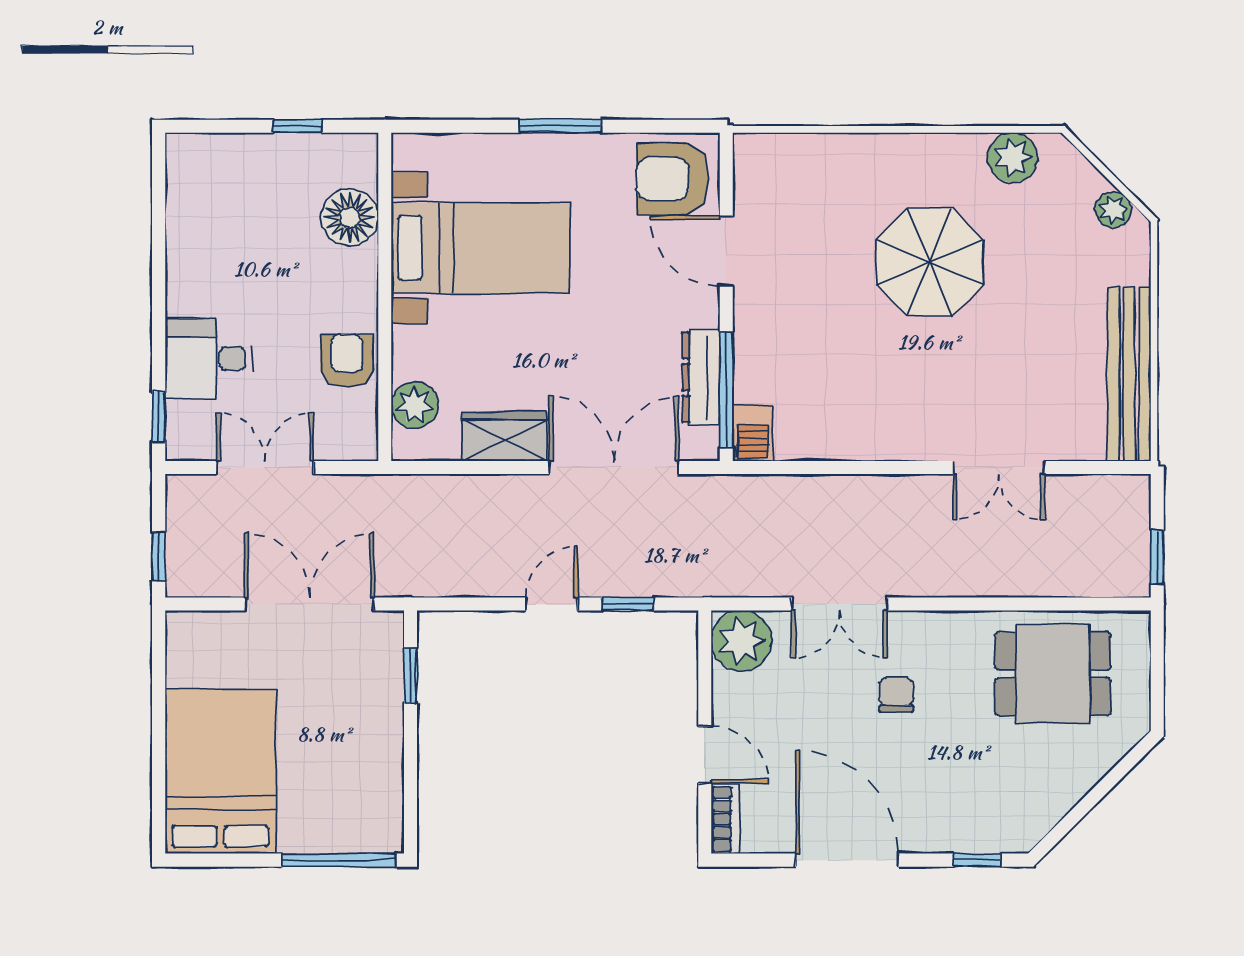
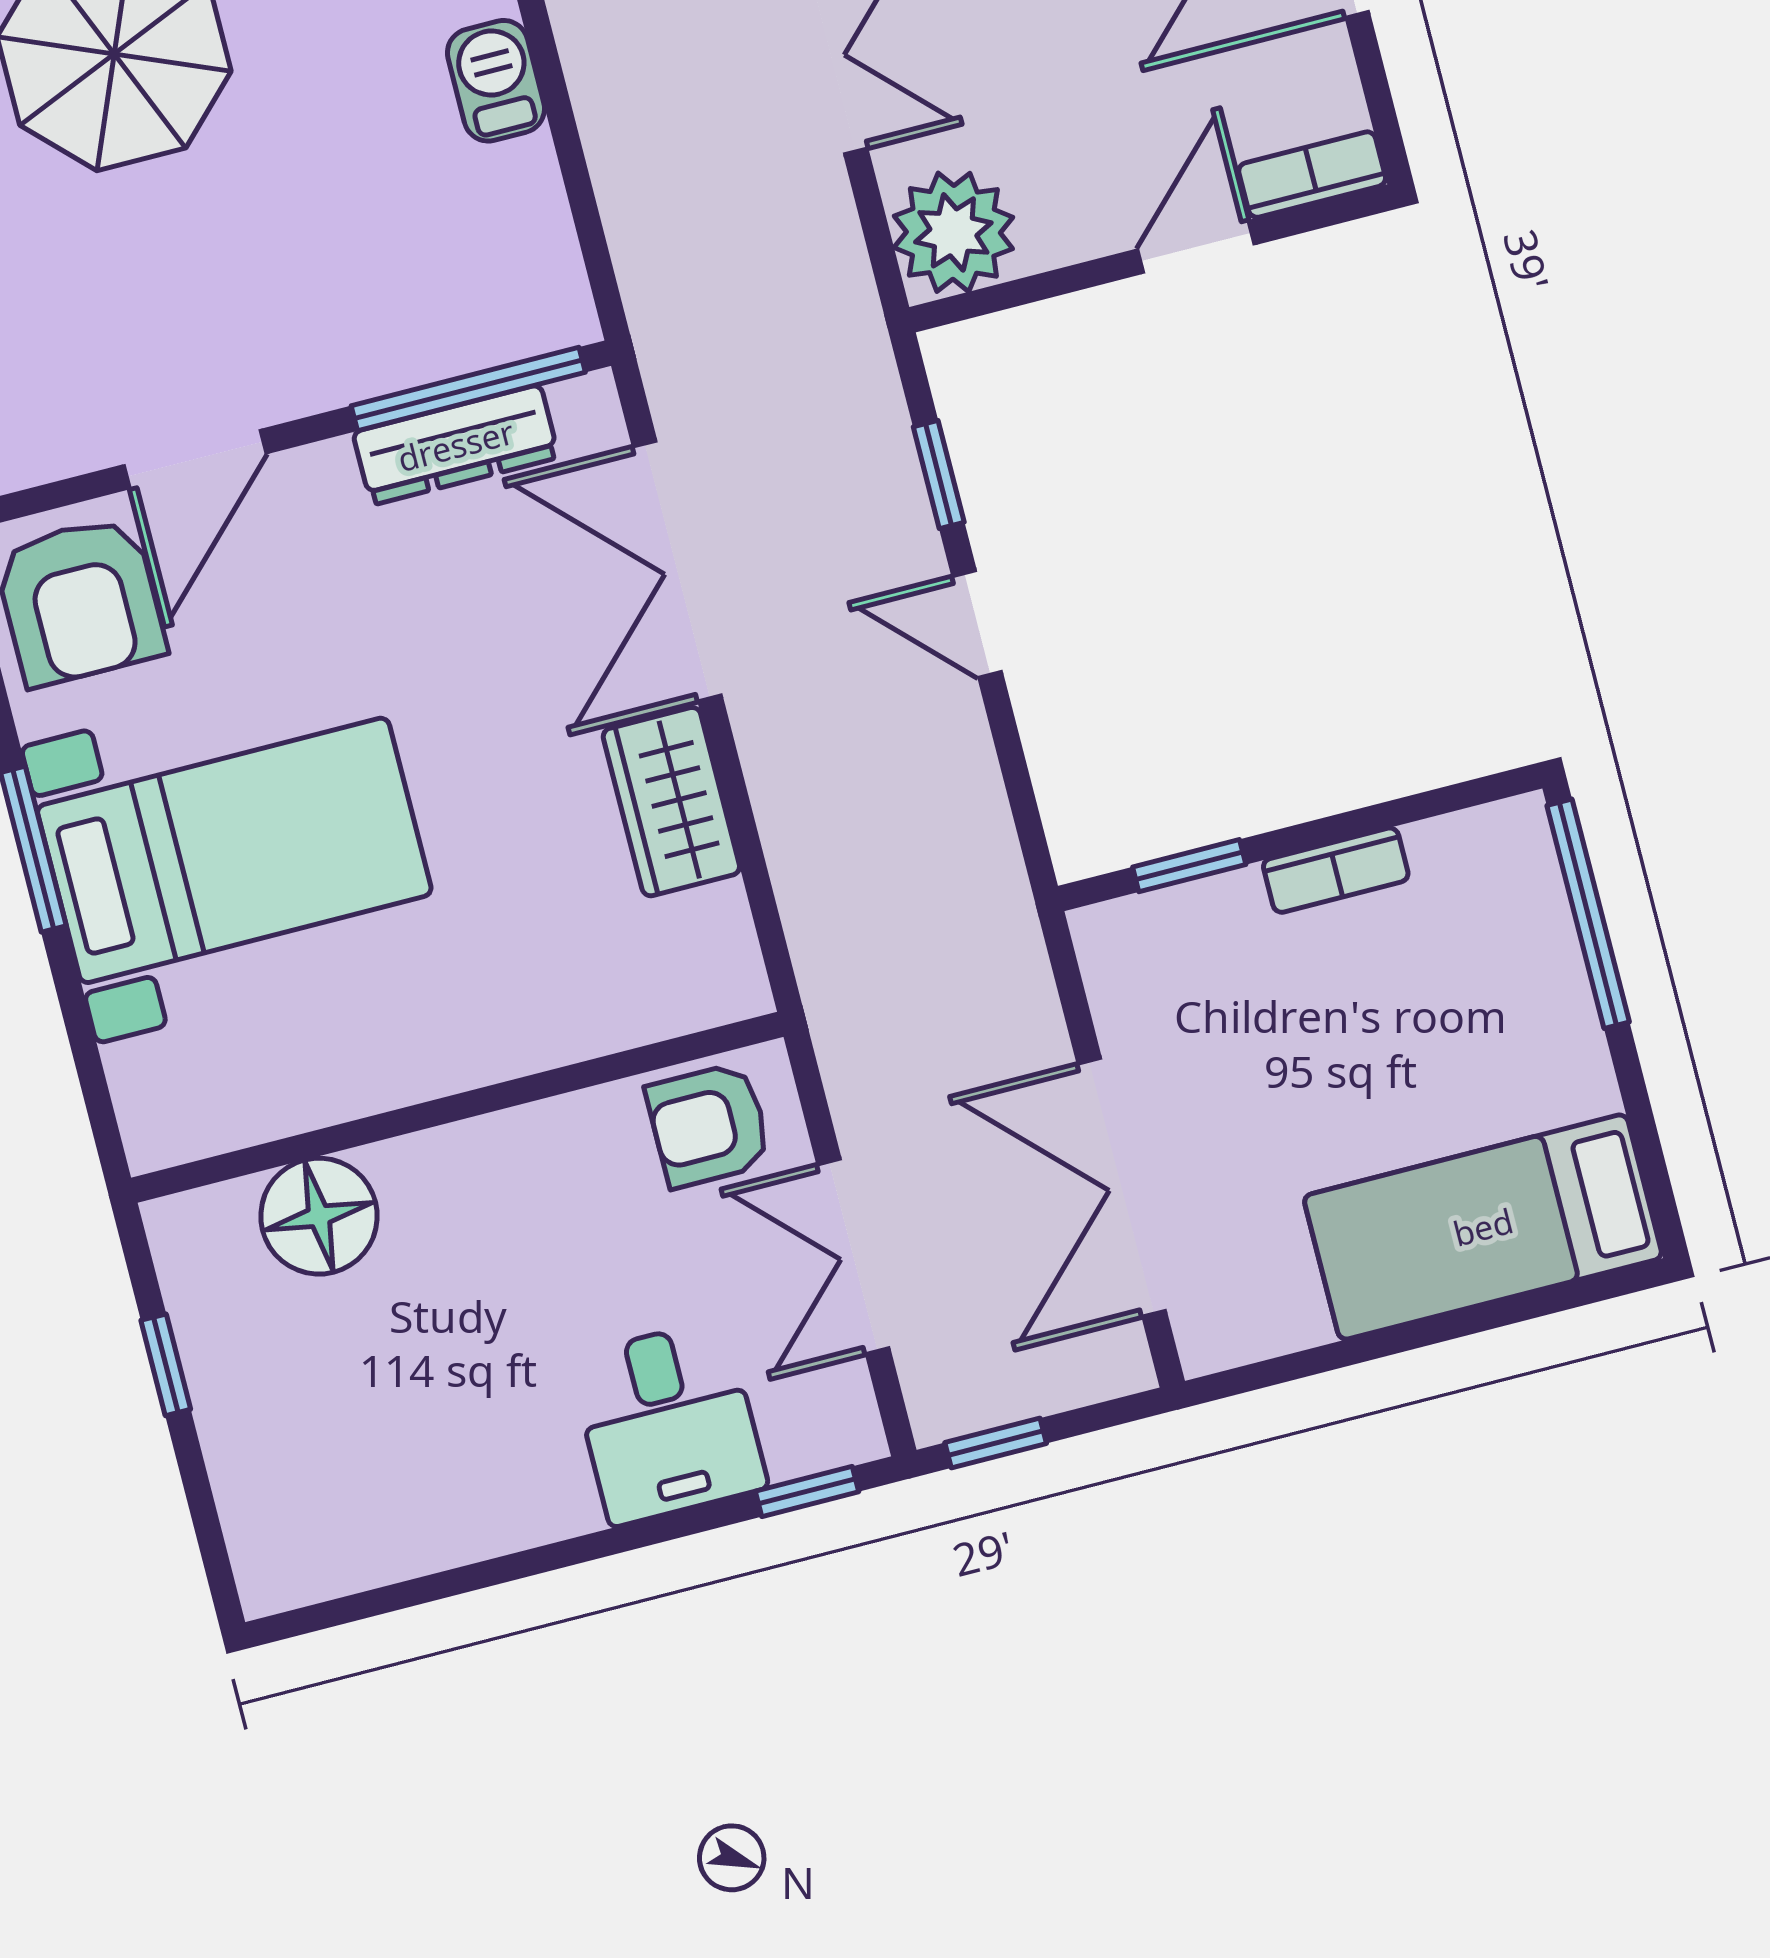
bed with nightstands: (481, 248) -> (234, 850), moved, turned 90
armchair: (347, 361) -> (709, 1125), moved
plant: (415, 405) -> (655, 994), removed
barbecue: (753, 433) -> (496, 81), moved, turned -90
window: (159, 556) -> (996, 1443), moved
double door: (309, 604) -> (1122, 1187), moved
bookcase: (390, 745) -> (1336, 870), added
bed: (220, 772) -> (1483, 1227), width x0.67

